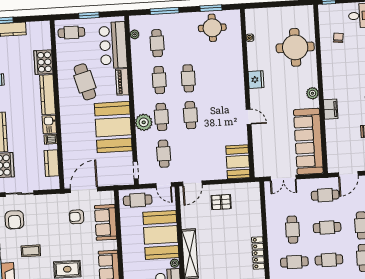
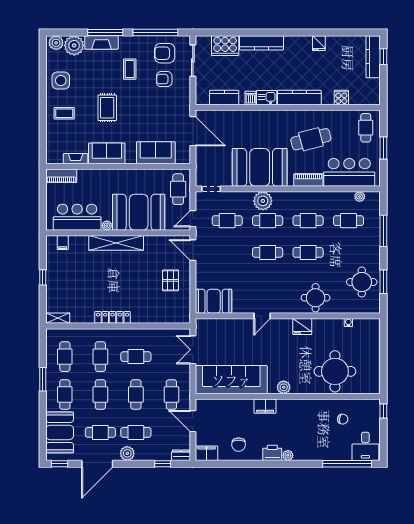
cooker: (43, 62) -> (341, 97), width x0.53, depth x0.76
round table: (229, 69) -> (316, 298), added
armchair: (77, 217) -> (164, 79), moved, turned -90

